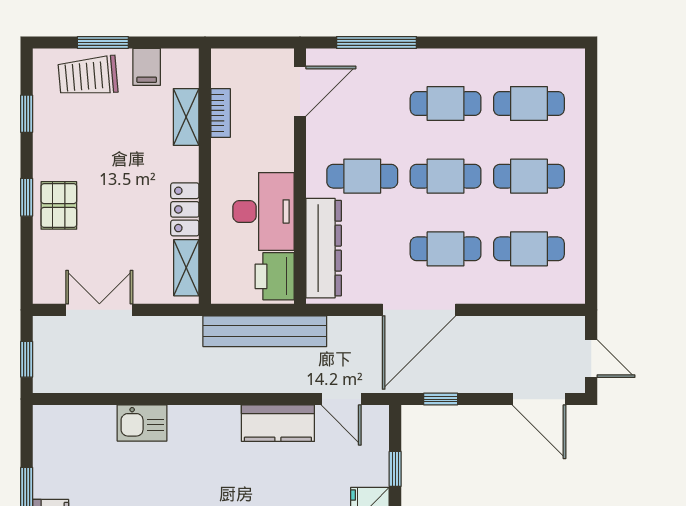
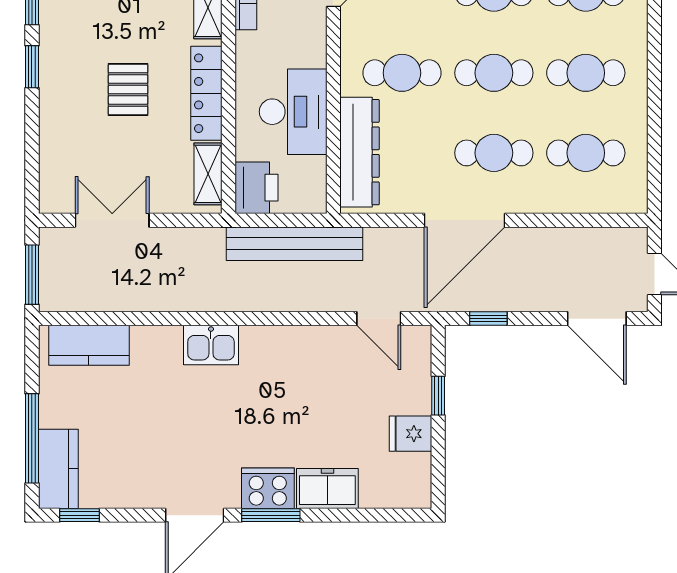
window: (27, 197) -> (32, 67), moved
pallet: (59, 205) -> (128, 90), moved
locker: (185, 209) -> (206, 93), width x1.53
printer: (275, 276) -> (257, 188), moved, turned 180
window: (27, 359) -> (32, 275), width x1.50
kitchen sink: (142, 423) -> (211, 345), moved
kitchen counter: (278, 423) -> (89, 345), moved

